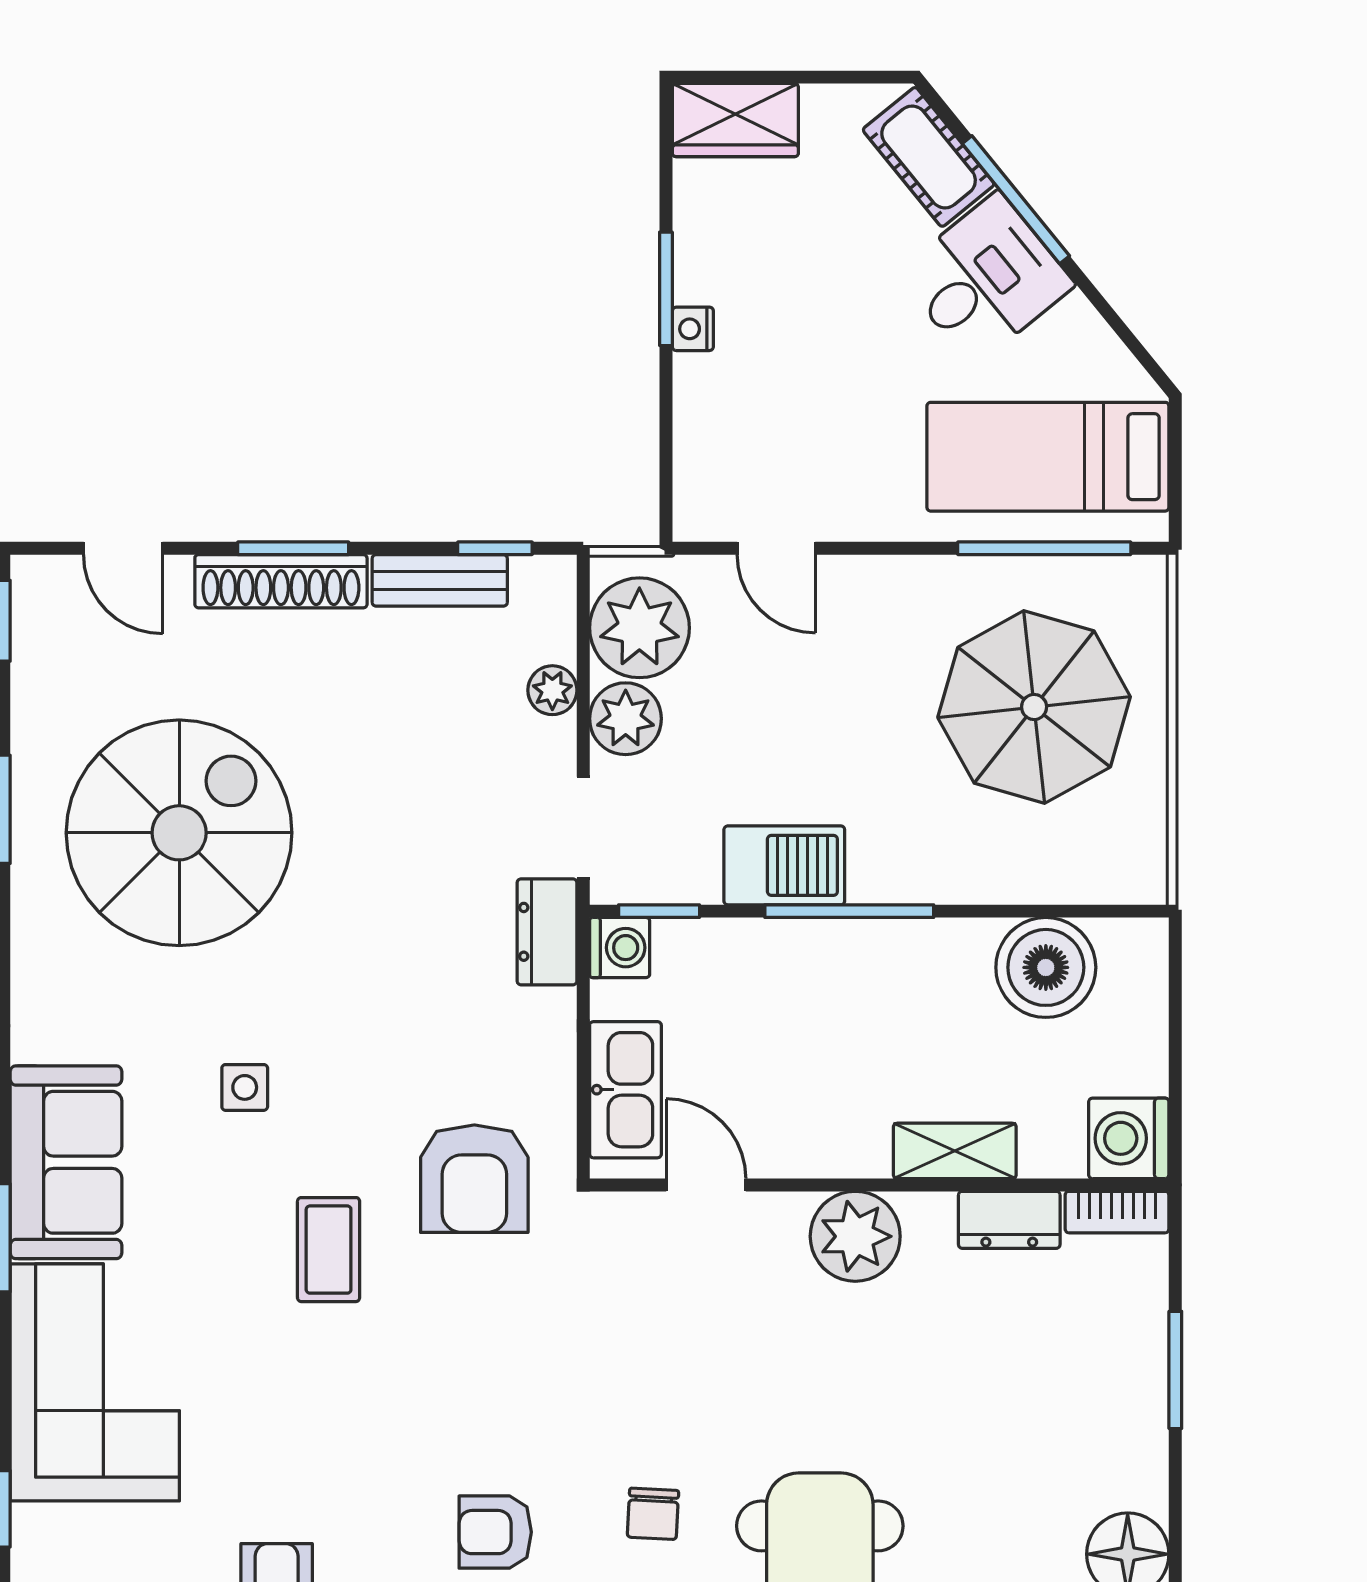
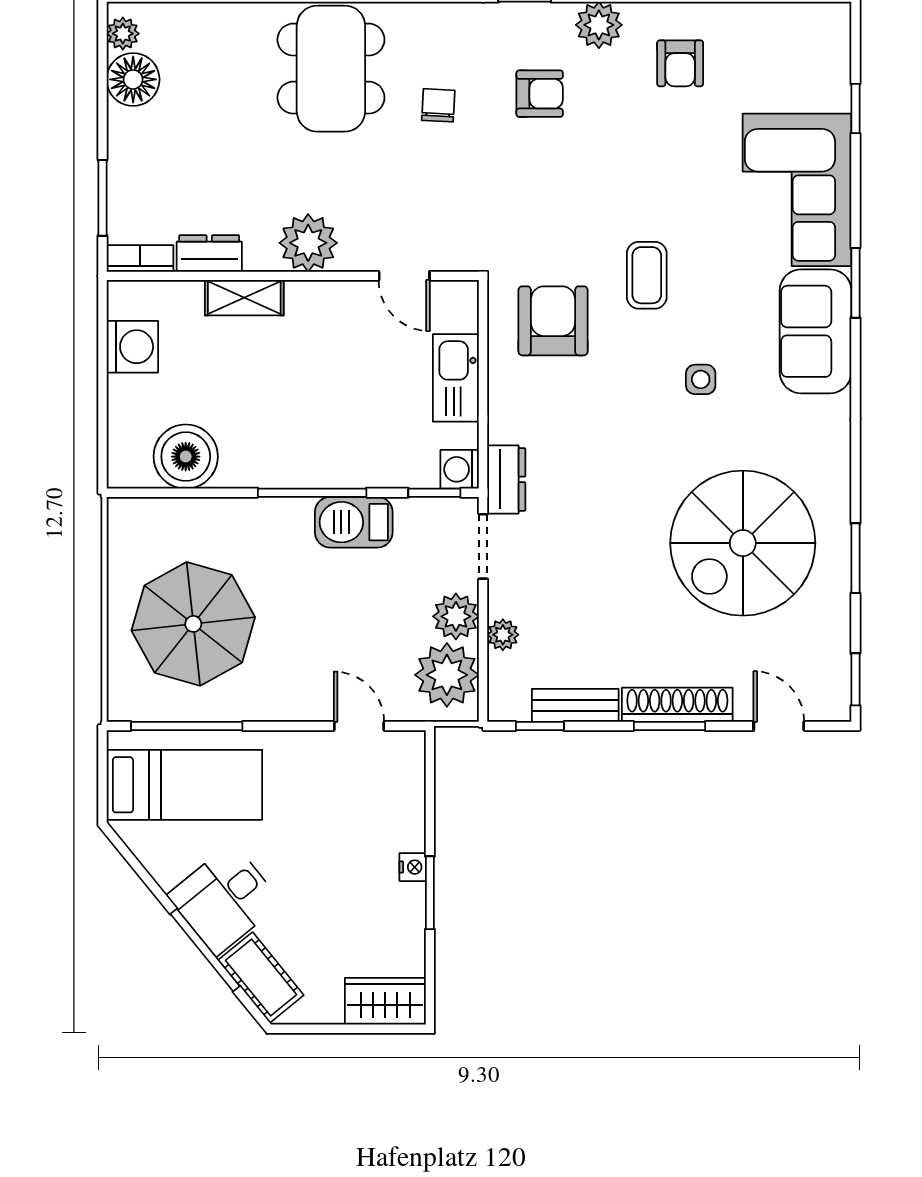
shelving: (955, 1151) -> (244, 298), moved
door: (706, 1185) -> (404, 276), moved
wall: (879, 1185) -> (293, 276), moved
bookcase: (1117, 1212) -> (140, 258), moved
dresser: (1009, 1220) -> (209, 253), moved
plant: (855, 1236) -> (308, 243), moved

